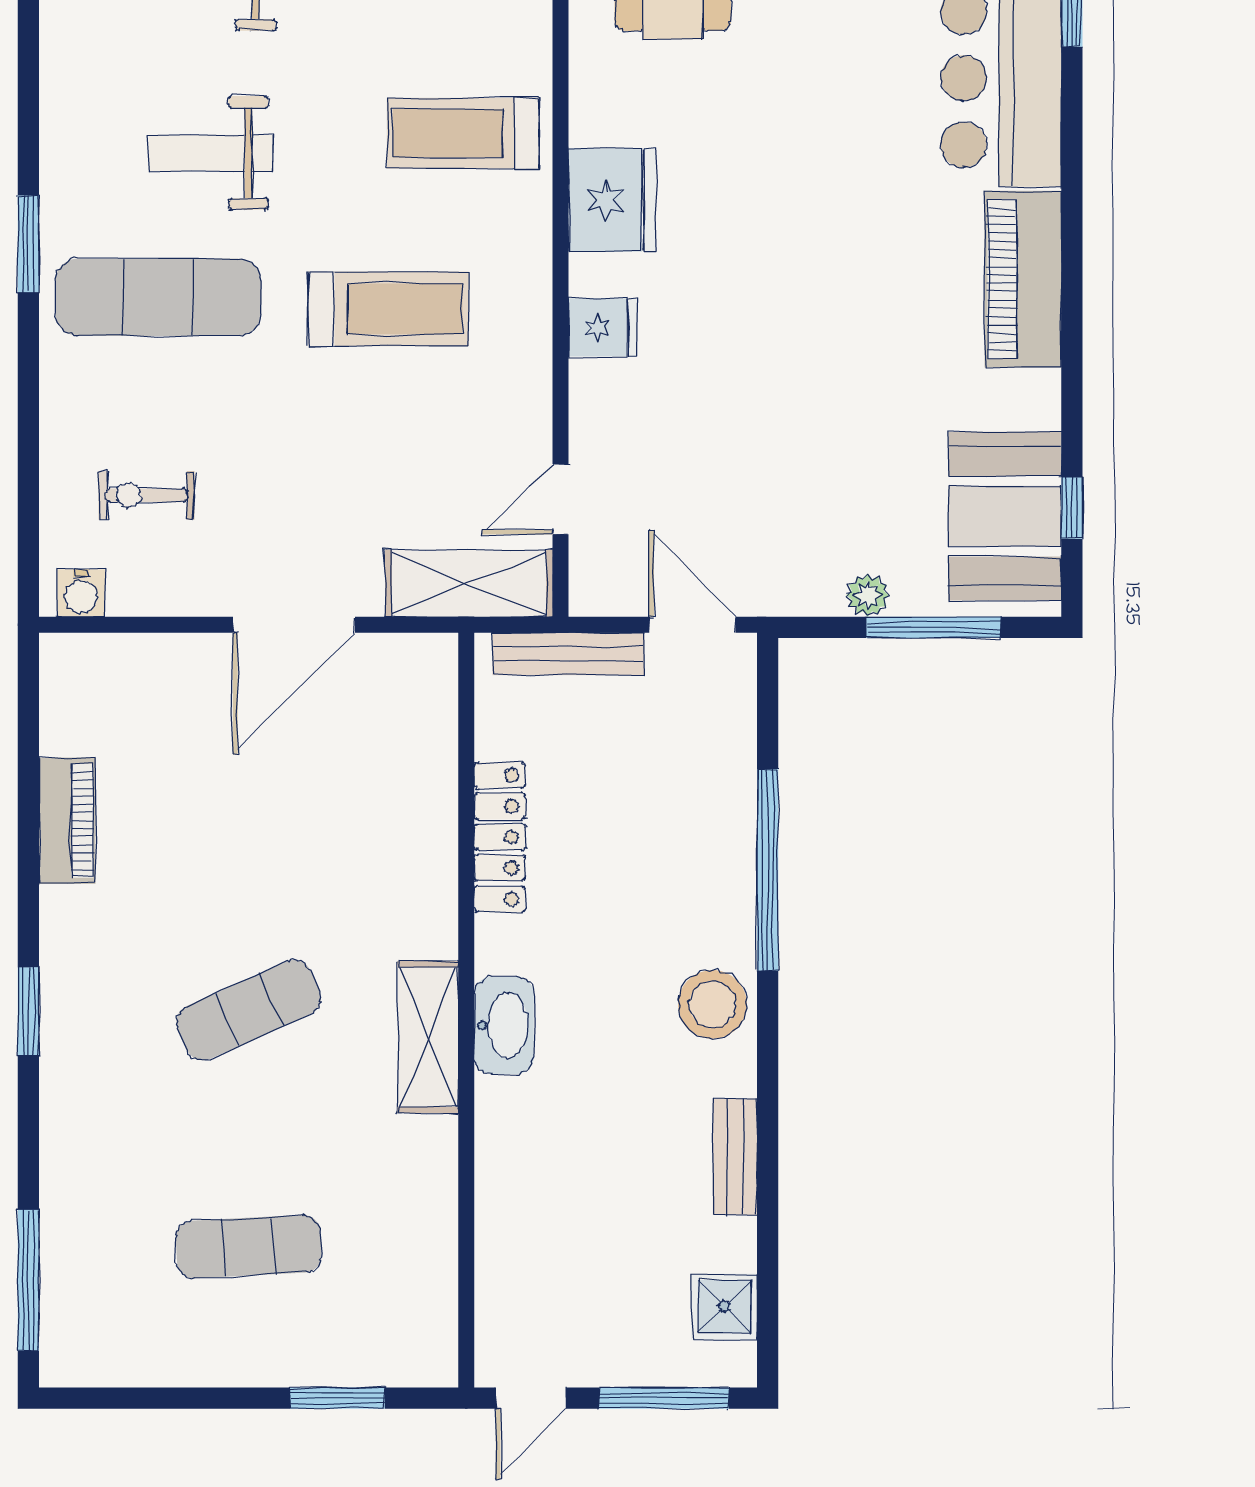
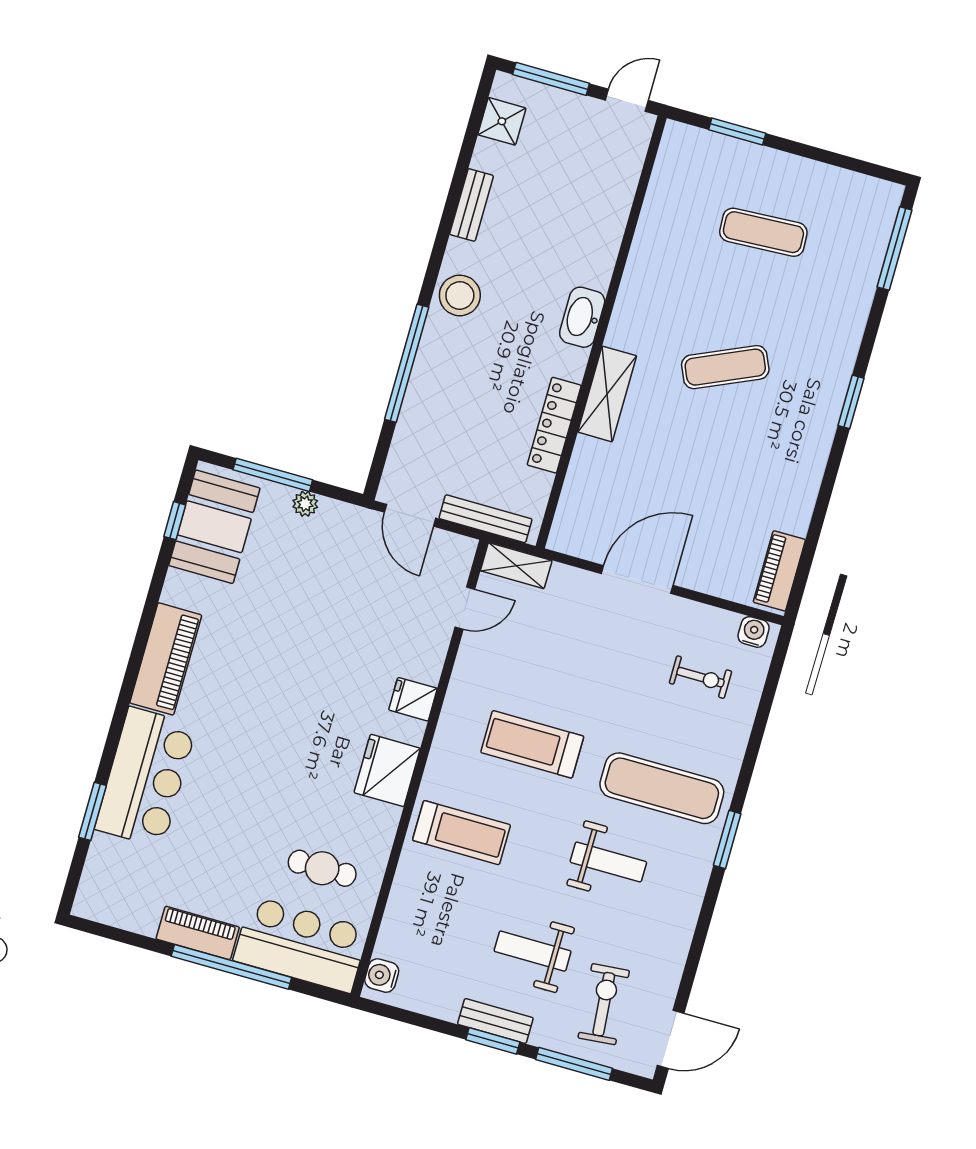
shelving: (469, 583) -> (516, 566), width x0.67, depth x0.75
piano: (67, 821) -> (779, 571), moved
shelving: (428, 1037) -> (607, 394), moved

